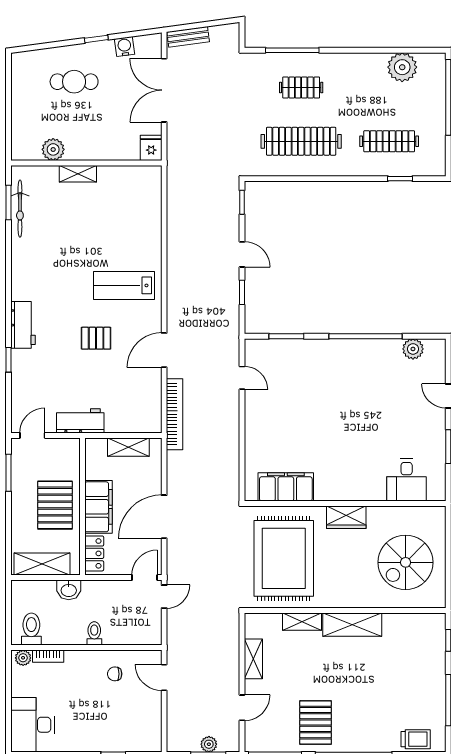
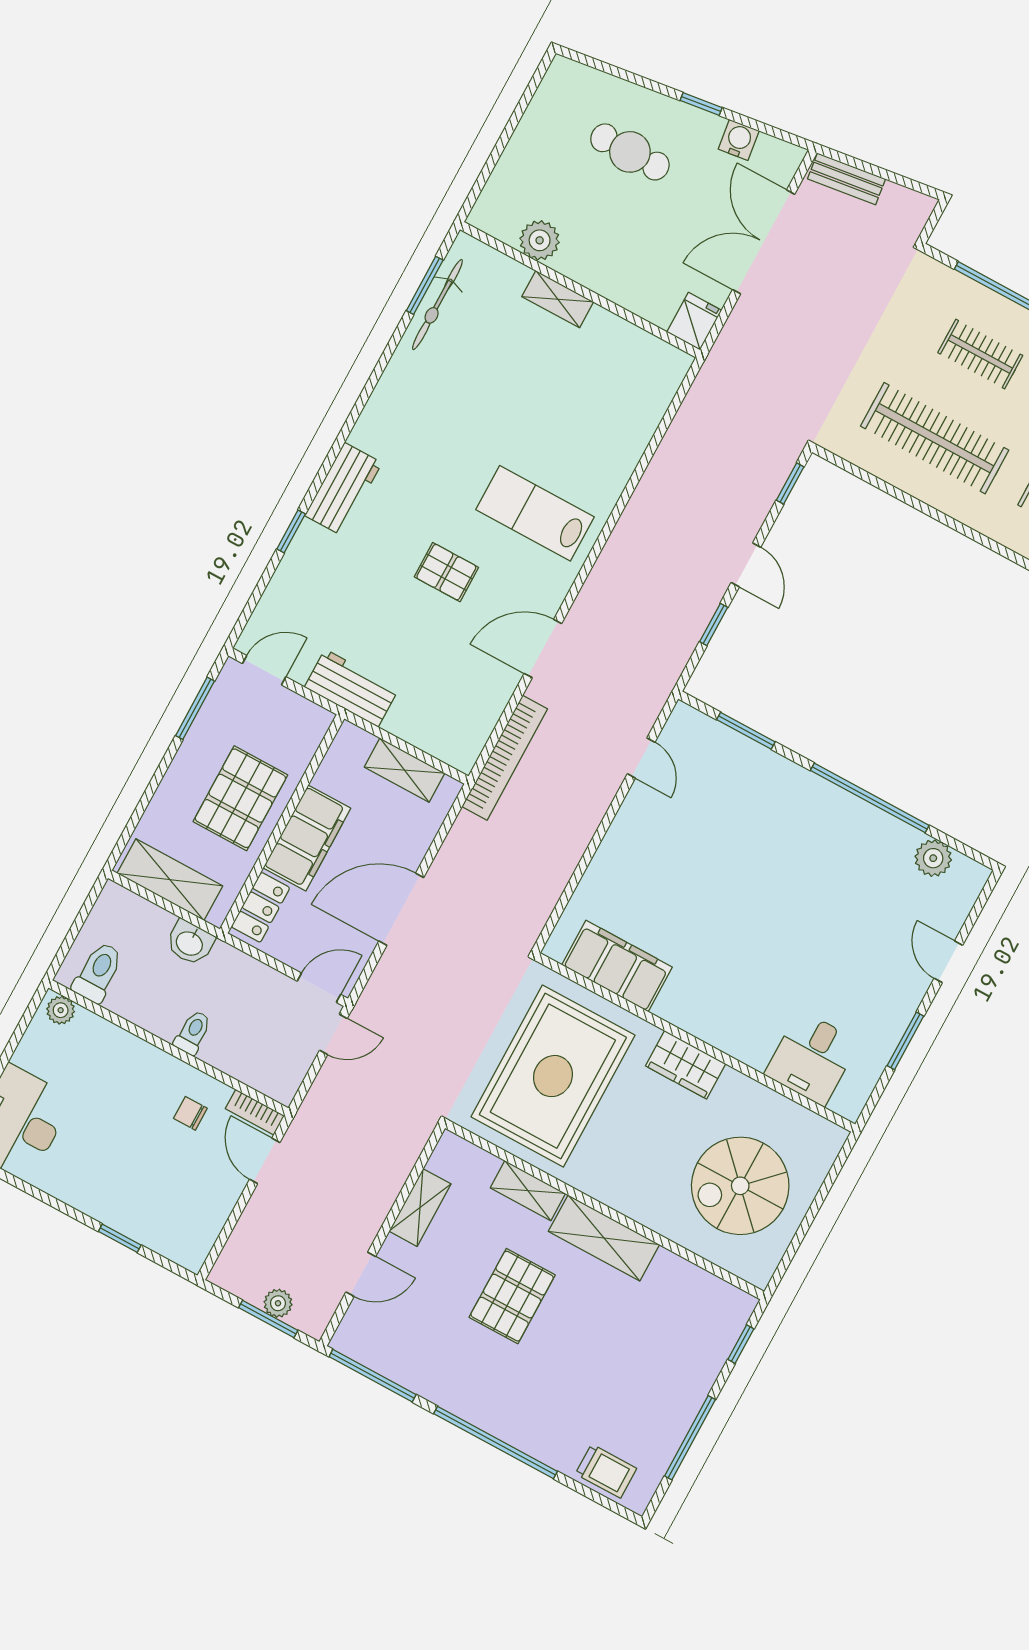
bookcase: (48, 656) -> (255, 1112), moved
pallet: (316, 723) -> (512, 1296), moved

